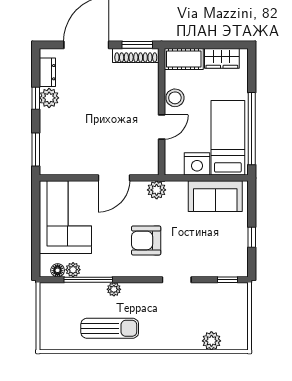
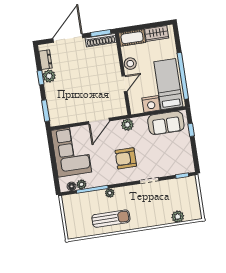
window: (252, 237) -> (191, 130), moved

